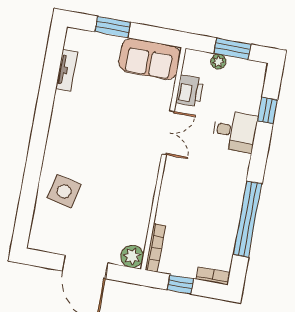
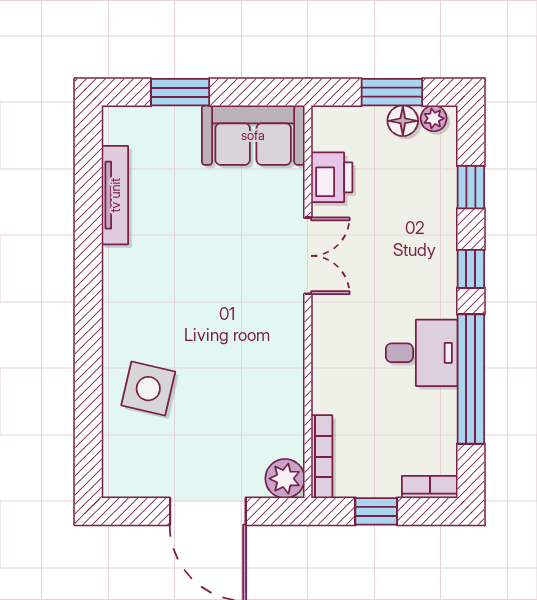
plant: (218, 62) -> (434, 118), moved
floor lamp: (236, 66) -> (403, 121), added
tv unit: (67, 70) -> (115, 195), width x1.41
desk: (235, 131) -> (422, 353), moved
window: (259, 157) -> (471, 269), added

